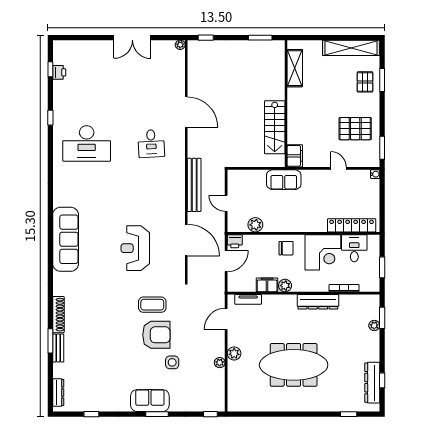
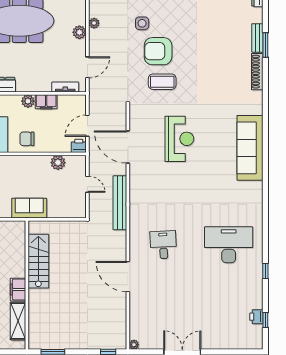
filing cabinet: (295, 156) -> (18, 290), moved

